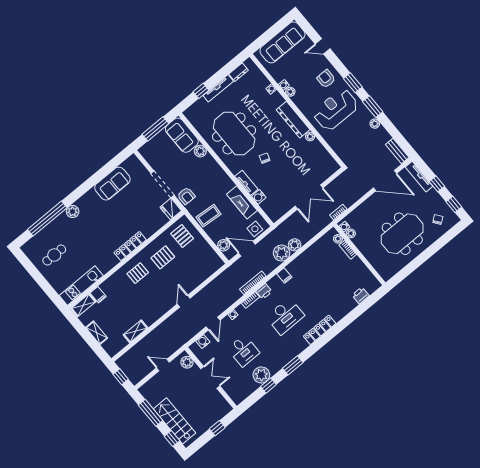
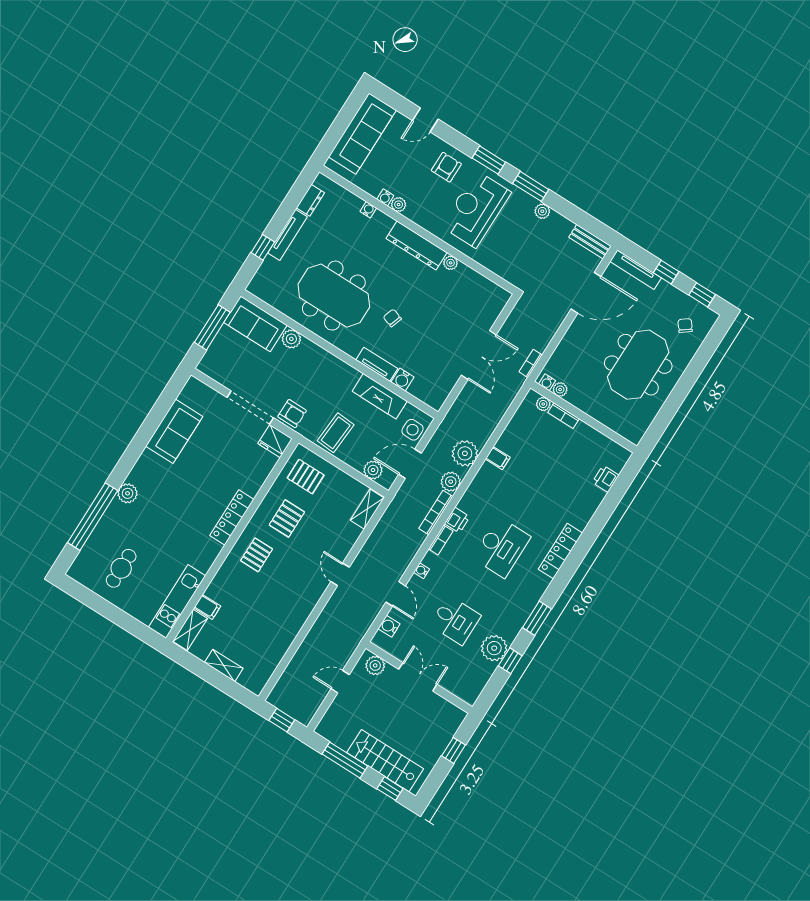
armchair: (326, 79) -> (446, 167), turned 90
plant: (295, 245) -> (451, 482), moved
filing cabinet: (284, 275) -> (498, 458), moved
shelving: (136, 331) -> (367, 509), moved

